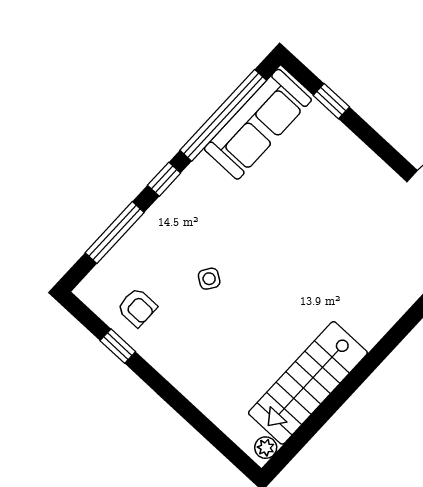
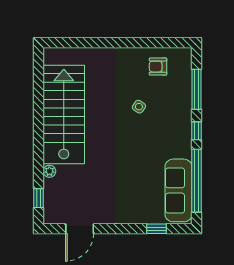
window: (118, 346) -> (151, 43), removed
stairs: (308, 383) -> (64, 114), width x1.36, depth x1.51
plant: (266, 448) -> (49, 171), moved

